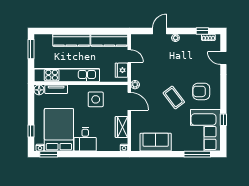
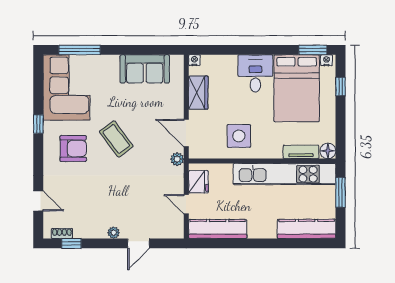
kitchen counter: (71, 40) -> (307, 229), moved
window: (31, 49) -> (341, 192), moved
window: (223, 120) -> (38, 124), moved

